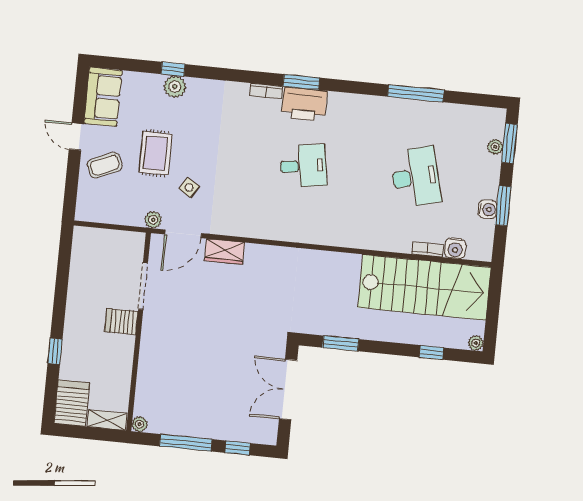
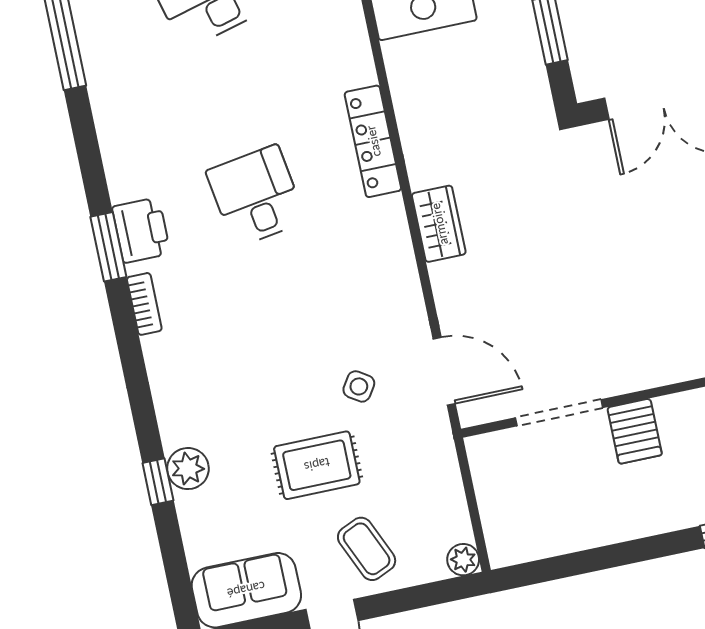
printer: (304, 104) -> (141, 230), width x0.73, depth x0.84
plant: (153, 220) -> (463, 560), moved
locker: (312, 235) -> (373, 141), added
wardrobe: (225, 251) -> (439, 224), moved

